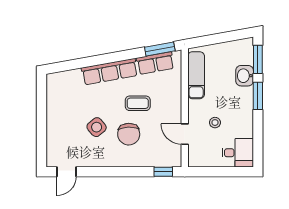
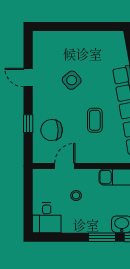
chair: (129, 134) -> (52, 130), moved
door: (67, 172) -> (28, 78), moved
window: (163, 172) -> (28, 124), moved

